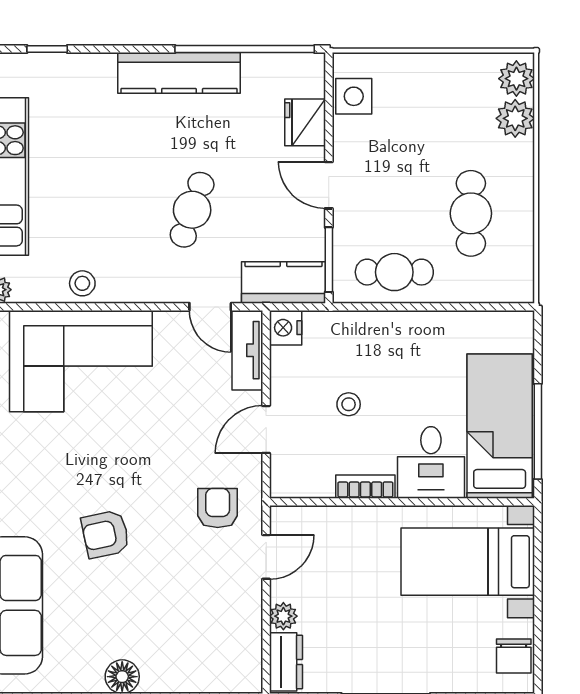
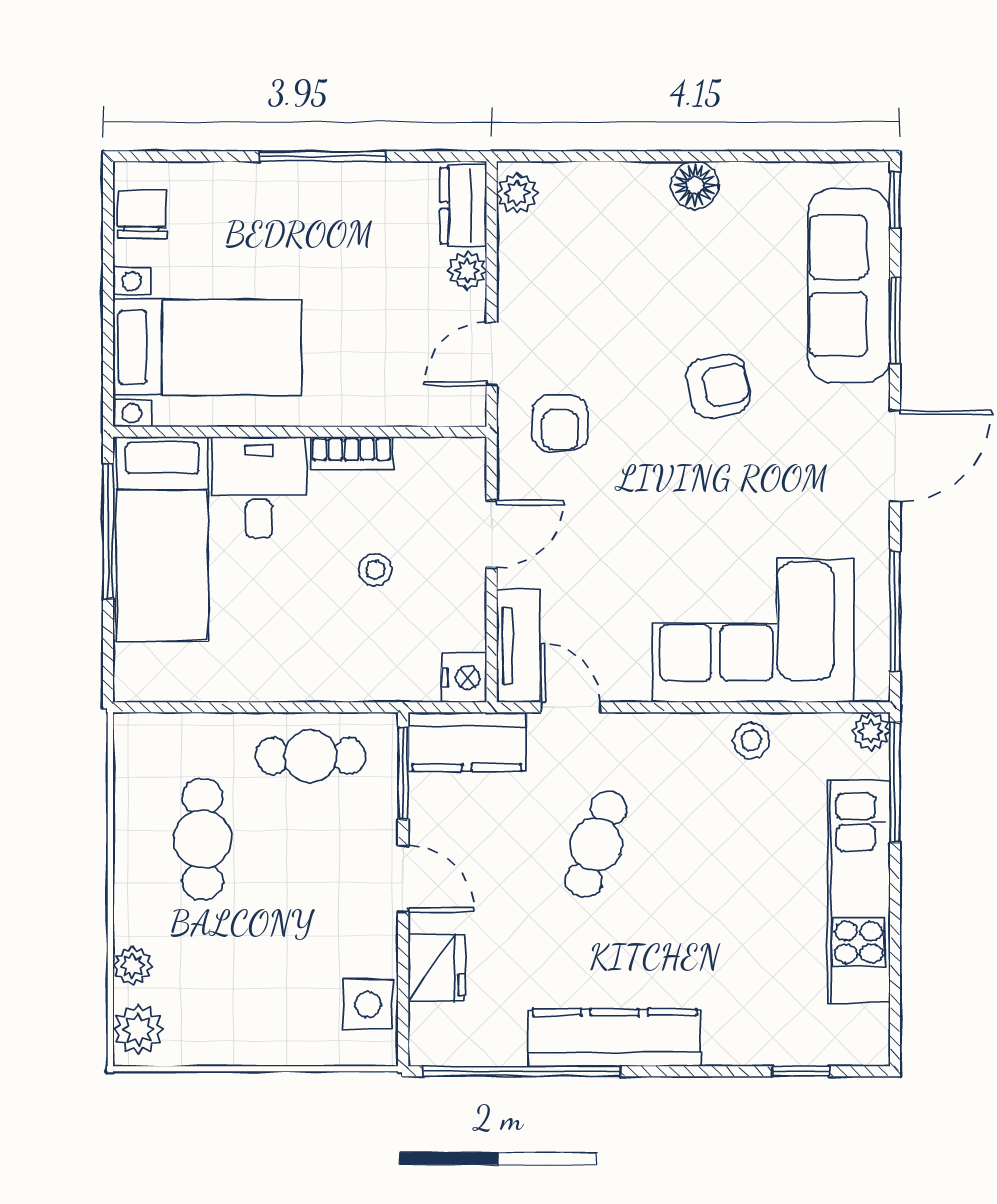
plant: (515, 118) -> (133, 966), width x0.73, depth x0.73
plant: (248, 671) -> (517, 193), added

